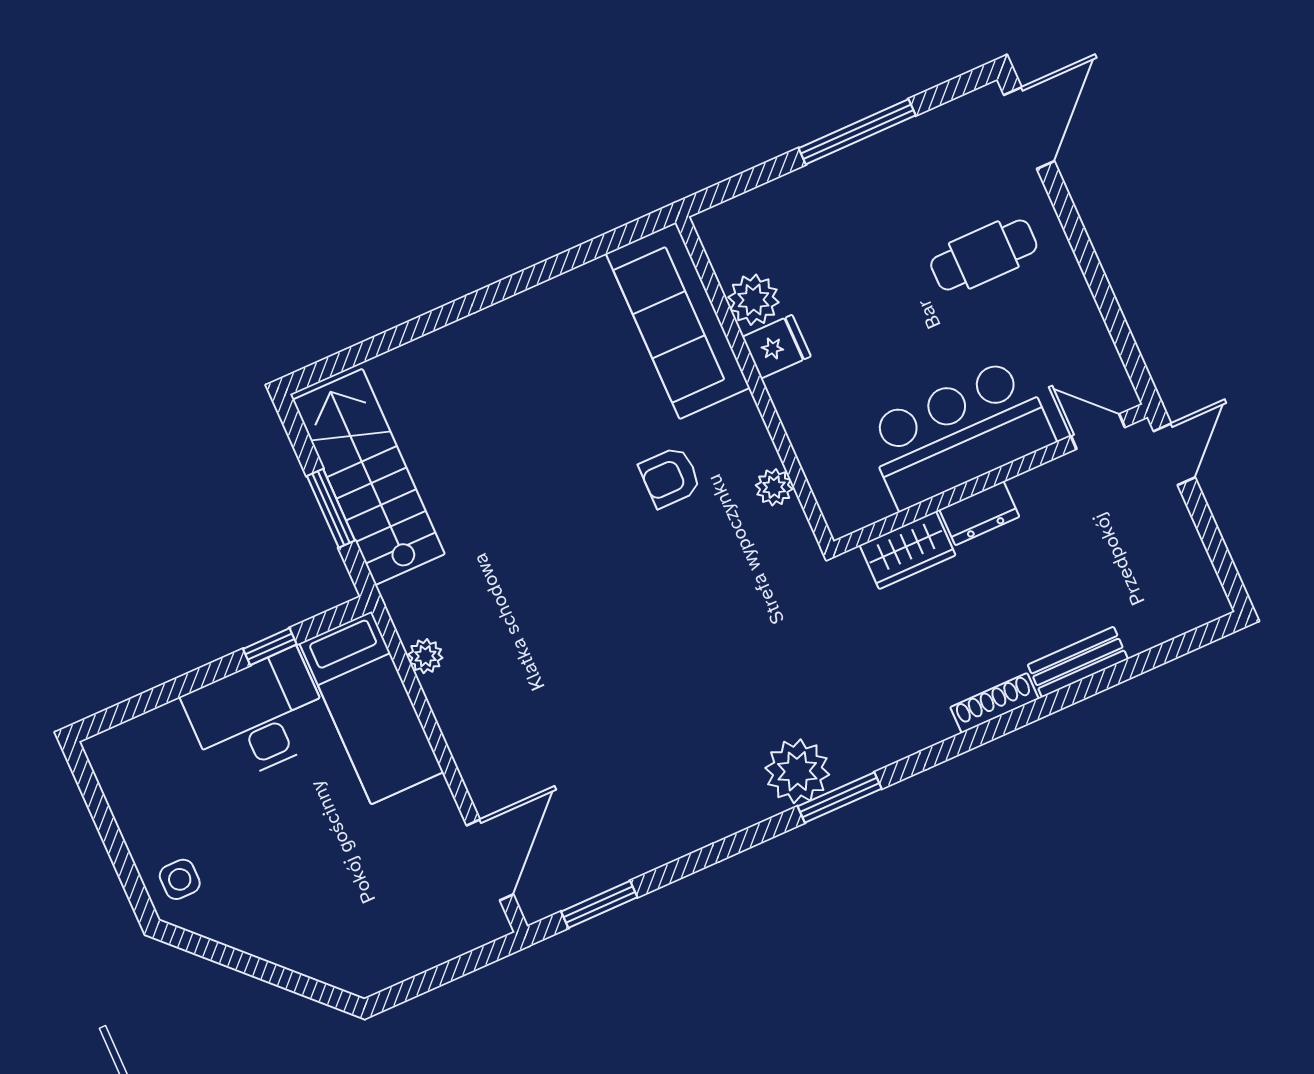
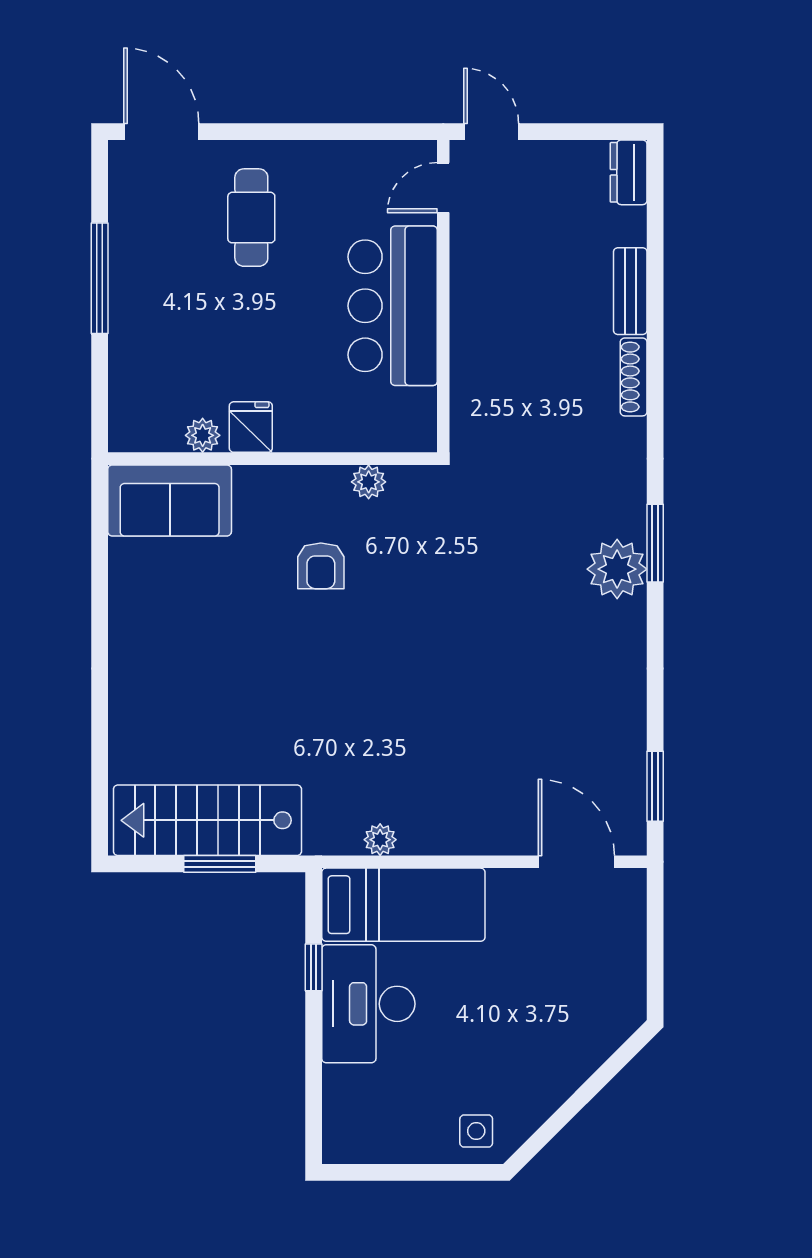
plant: (753, 300) -> (203, 435), width x0.73, depth x0.73
sofa: (678, 321) -> (170, 500), width x0.73
dresser: (979, 513) -> (629, 172), moved, turned 180
wardrobe: (908, 550) -> (472, 393), removed

